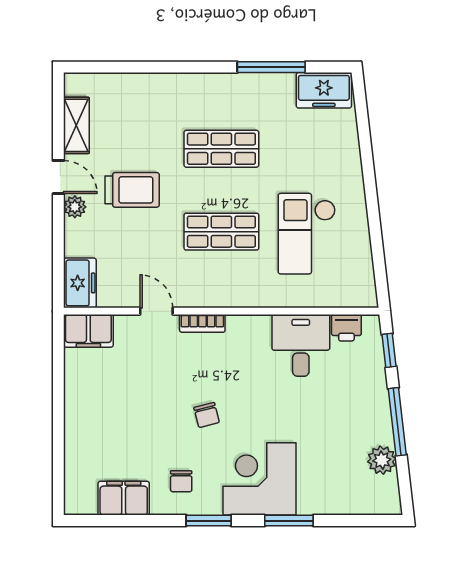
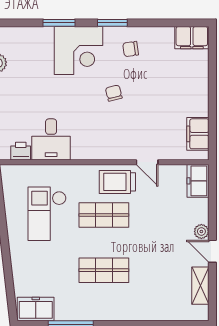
trolley: (132, 190) -> (117, 182), moved
checkout: (307, 234) -> (47, 214), turned 180
bookcase: (202, 323) -> (117, 154), removed
filing cabinet: (88, 331) -> (198, 134), moved, turned -90
chair: (181, 481) -> (131, 49), turned -98
filing cabinet: (124, 498) -> (192, 38), moved

